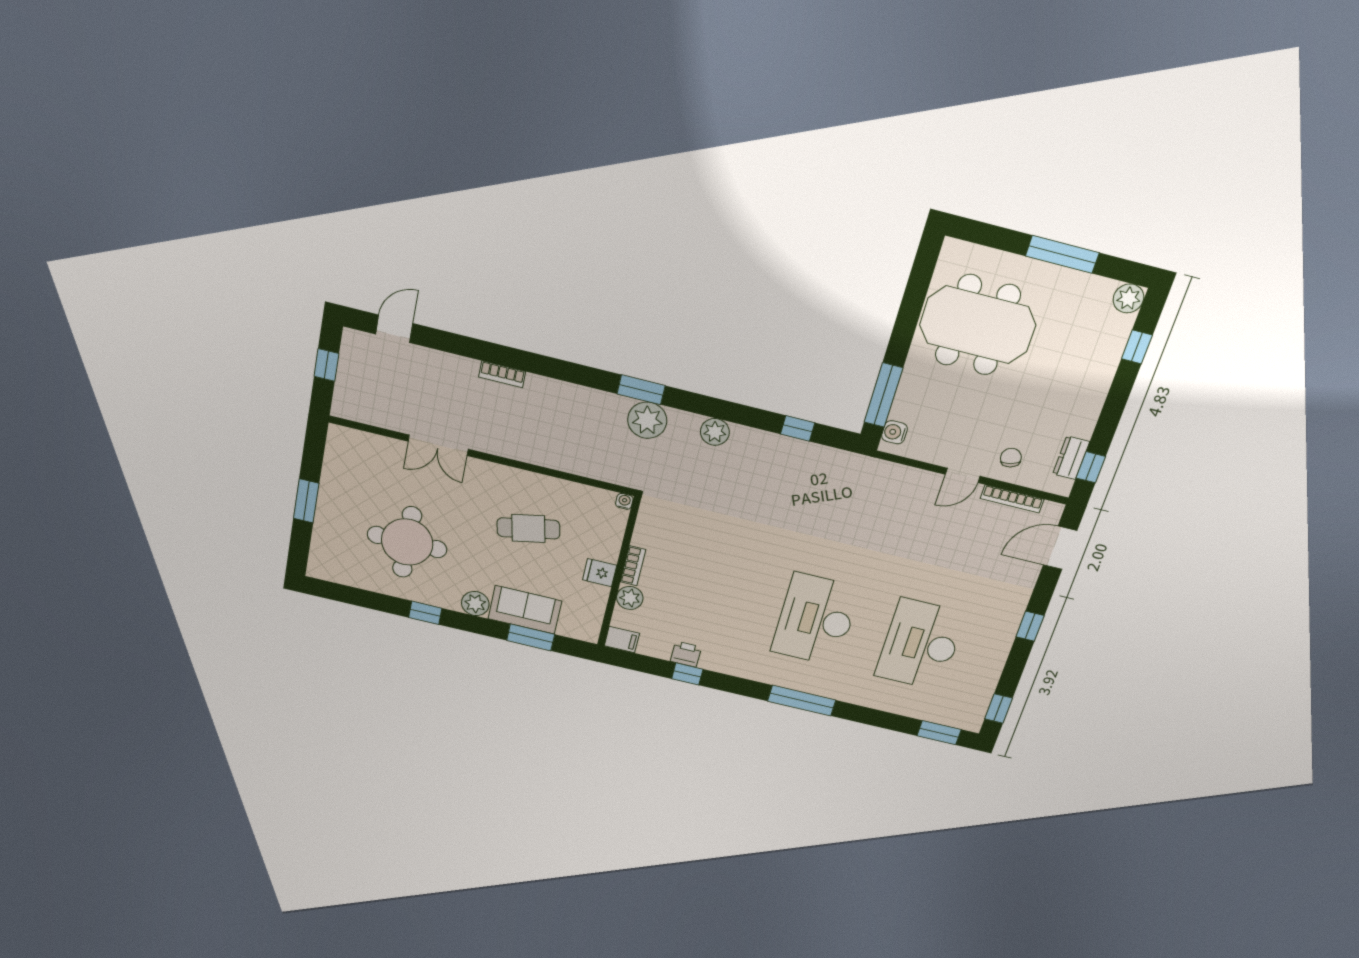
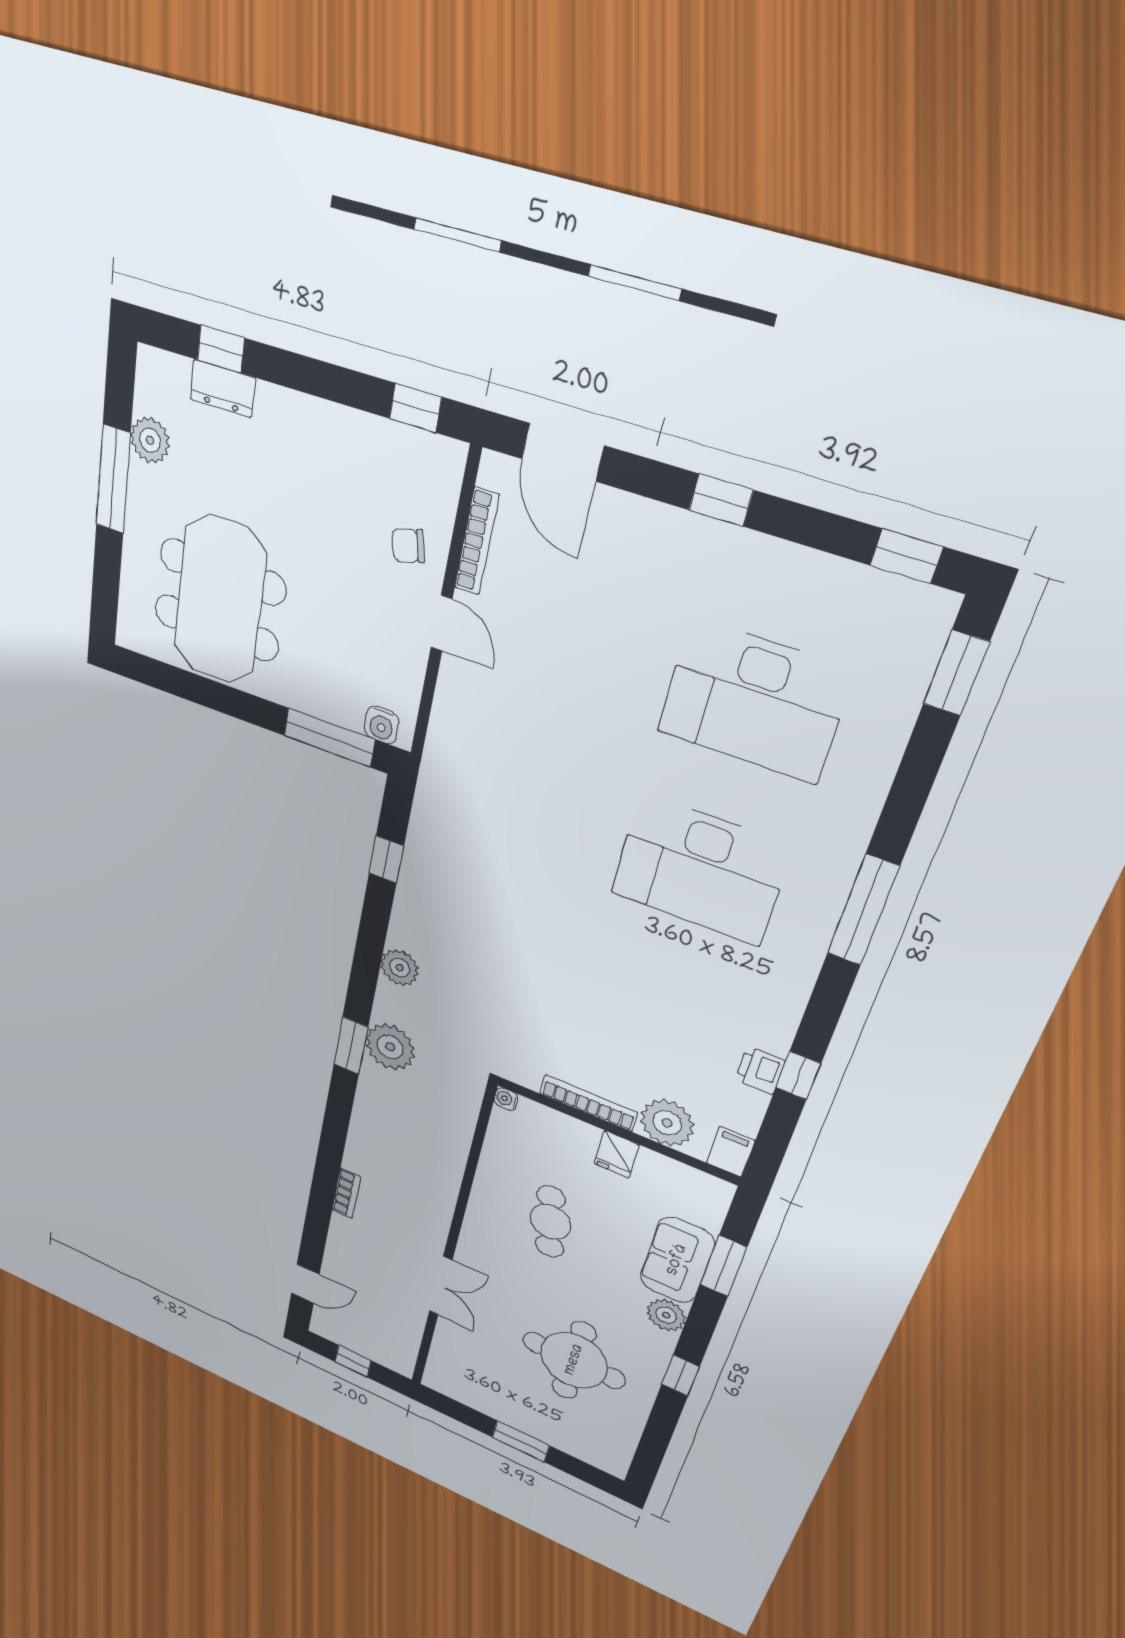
plant: (1128, 298) -> (150, 440), moved
door: (394, 329) -> (305, 1284), swing flipped
dresser: (1071, 458) -> (223, 388), moved
bookcase: (633, 566) -> (588, 1103), width x1.56
plant: (630, 598) -> (667, 1123), width x1.36, depth x1.36

